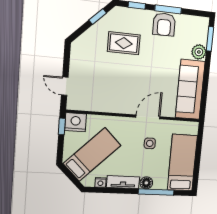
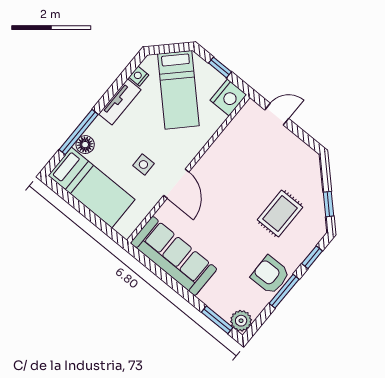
plant: (199, 52) -> (241, 321), moved
window: (62, 126) -> (220, 67), moved
floor lamp: (146, 183) -> (85, 145), moved

